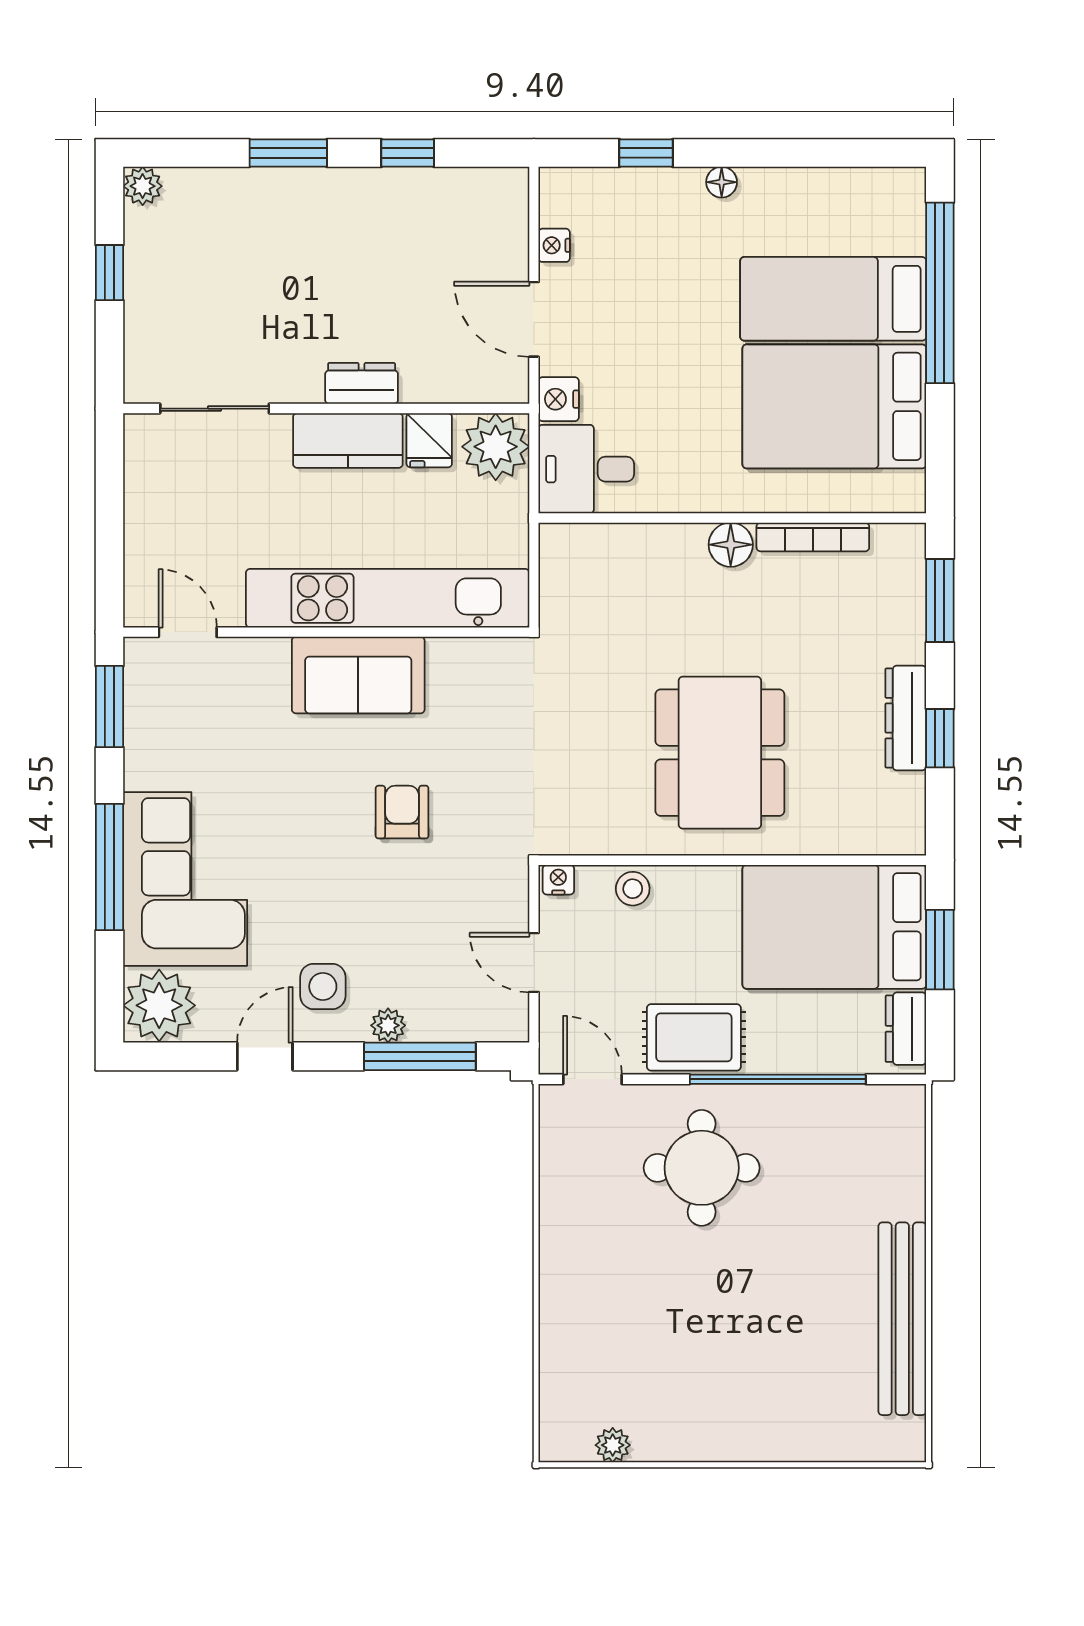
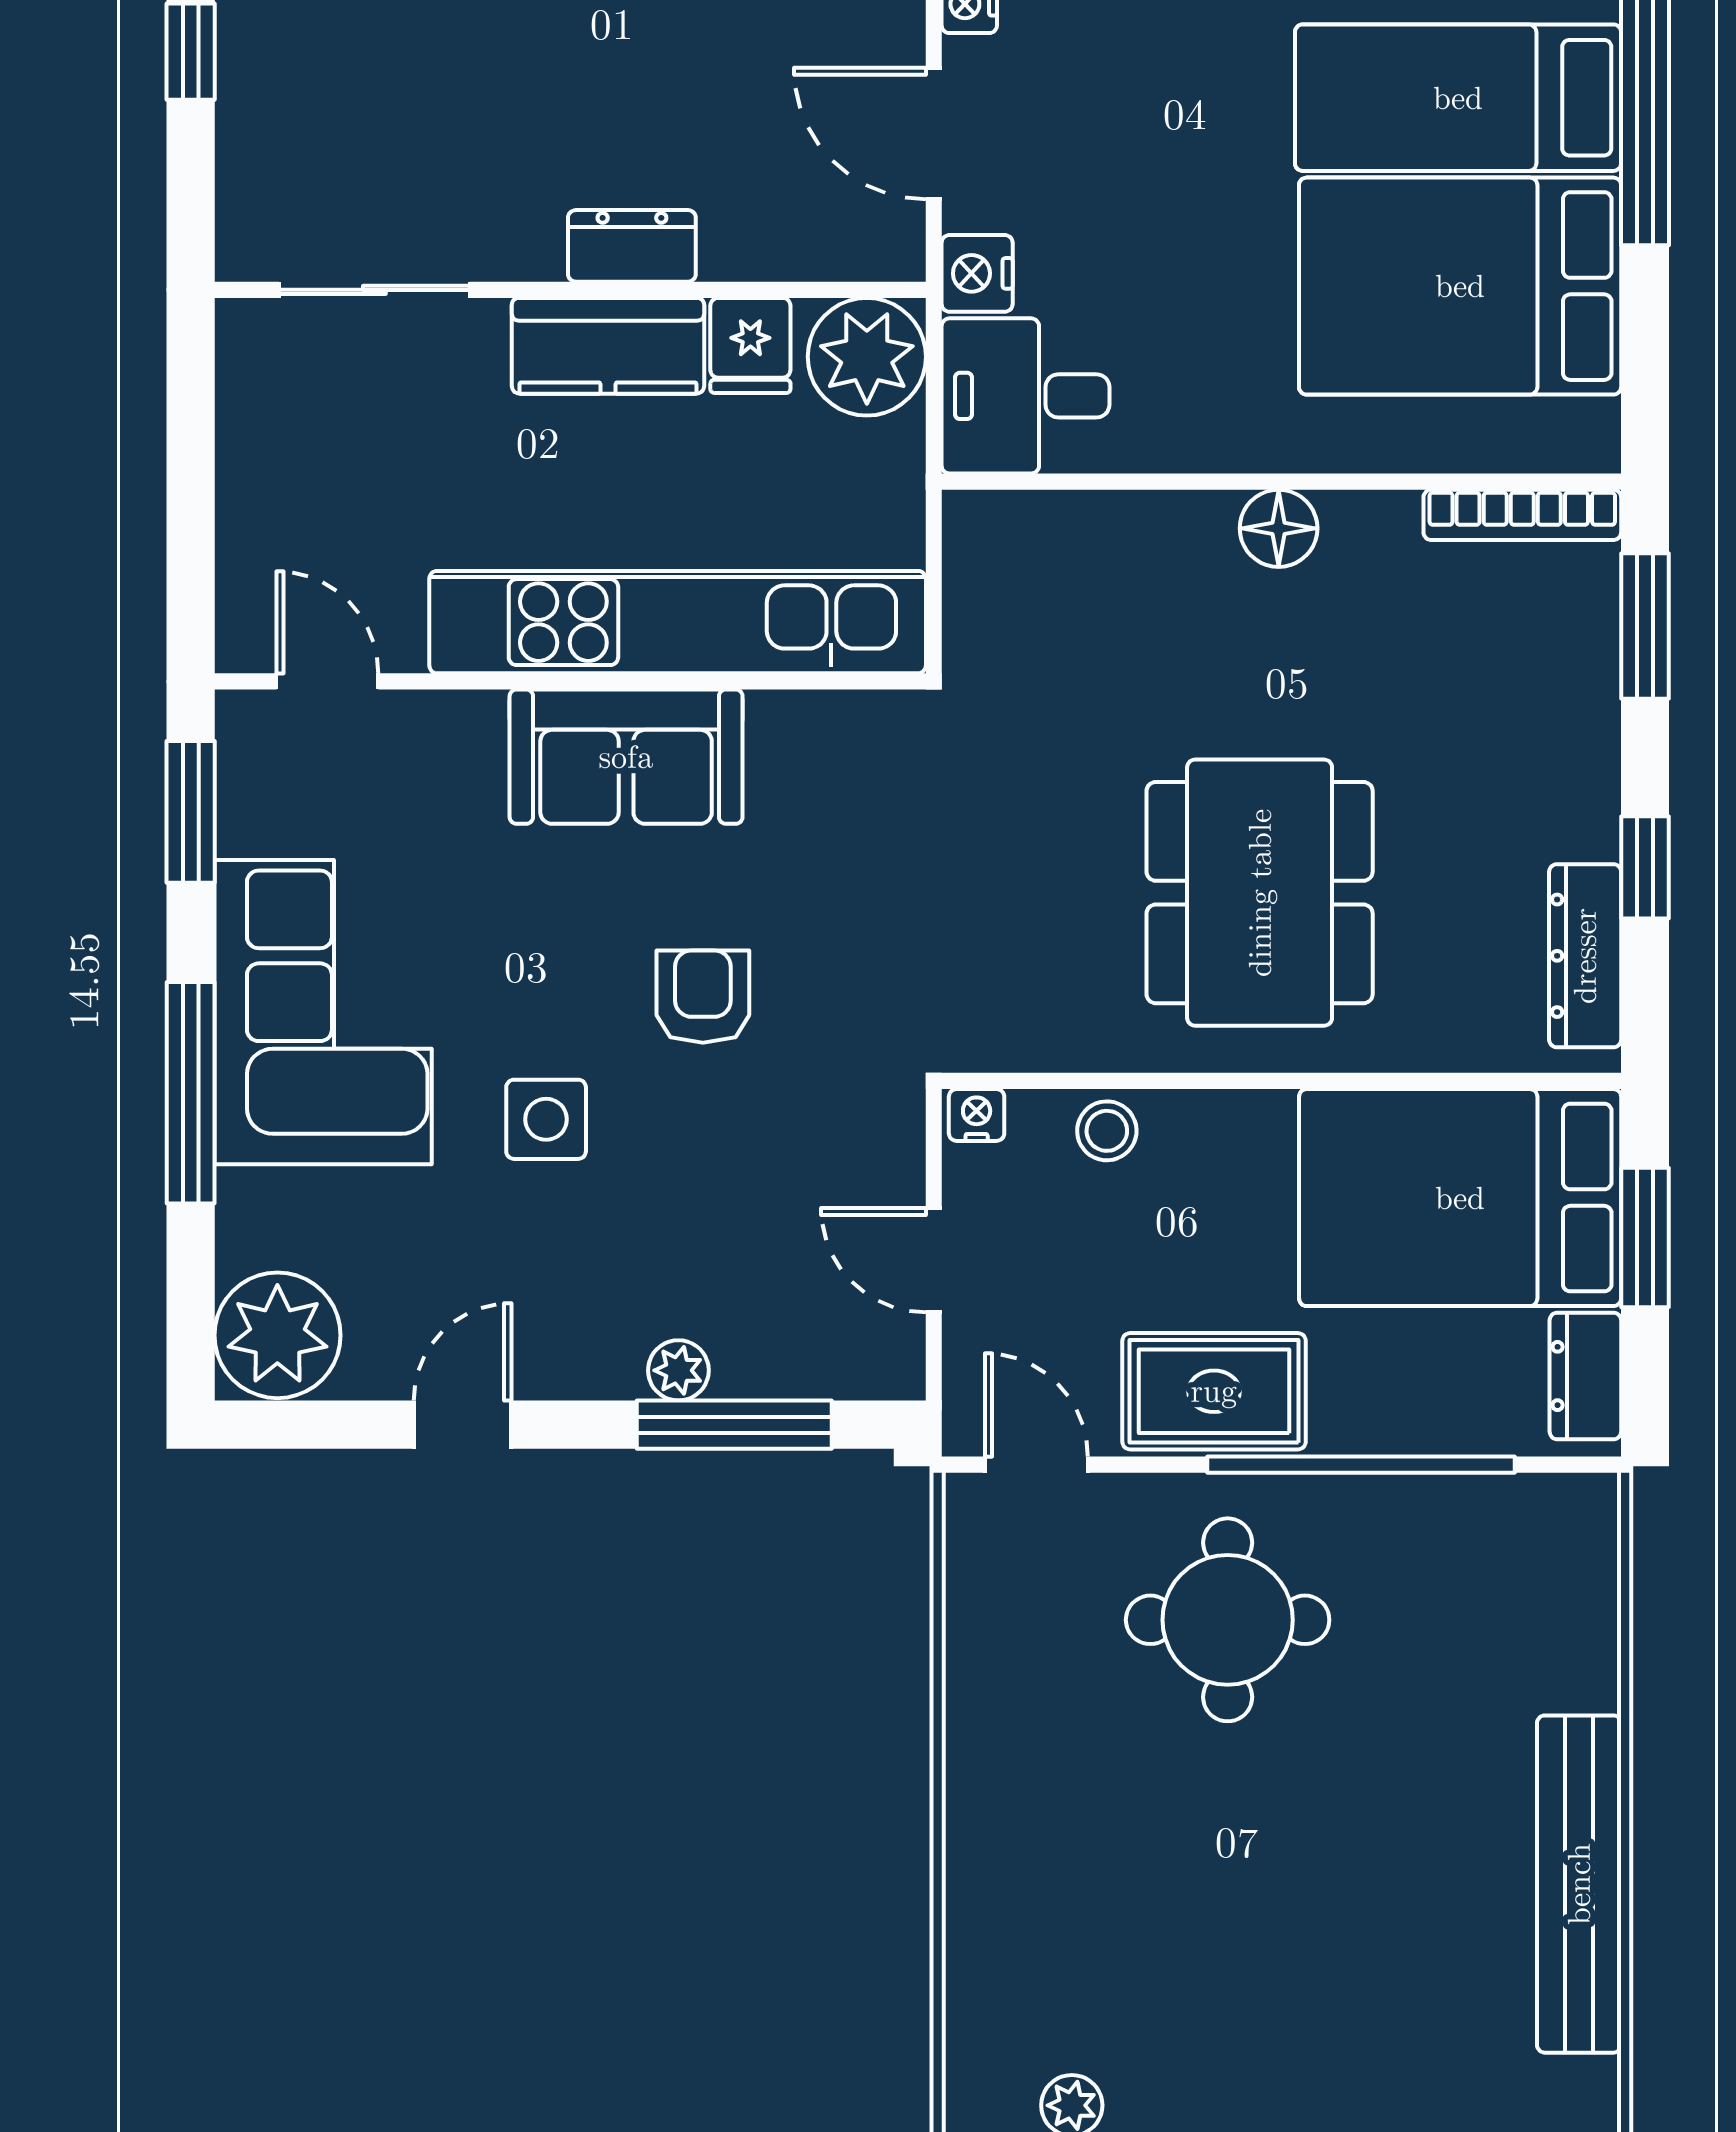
bookcase: (813, 537) -> (1522, 515), moved
dresser: (906, 718) -> (1585, 956), moved
corner sofa: (185, 879) -> (323, 1012), moved
side table: (323, 986) -> (546, 1119), moved

